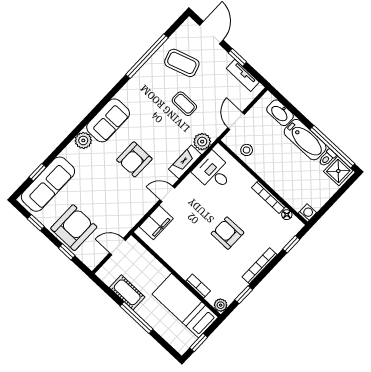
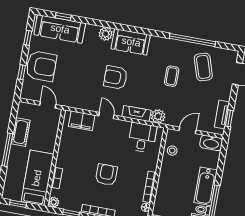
window: (237, 57) -> (229, 118), moved
coffee table: (184, 104) -> (172, 76), moved
washbasin: (280, 113) -> (211, 143), moved, turned -90

